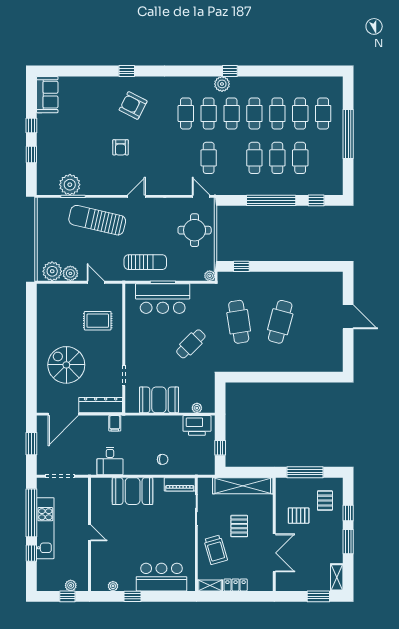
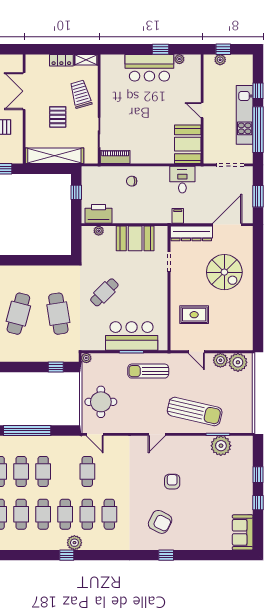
booth: (133, 491) -> (188, 144), moved, turned 90
bar counter: (161, 577) -> (149, 68), moved

